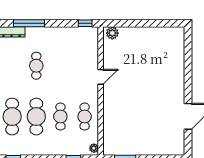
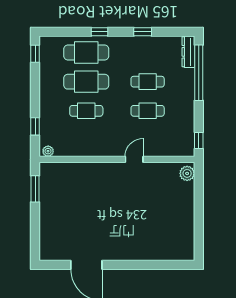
window: (29, 23) -> (199, 73), width x1.46
door: (101, 77) -> (134, 159), swing flipped
cafe table: (85, 117) -> (148, 111), moved

